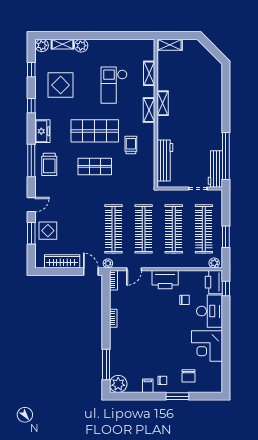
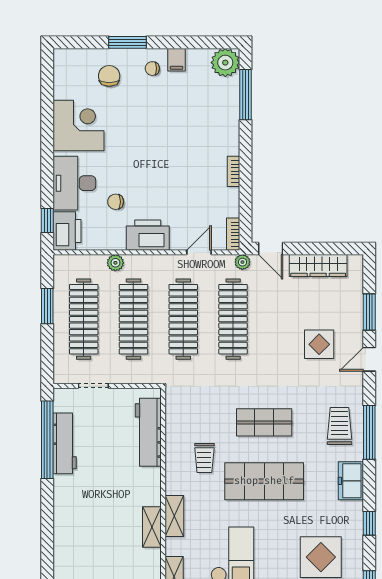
workbench: (215, 169) -> (65, 443), moved
display table: (48, 231) -> (319, 344), moved
plant: (214, 263) -> (115, 263), moved

